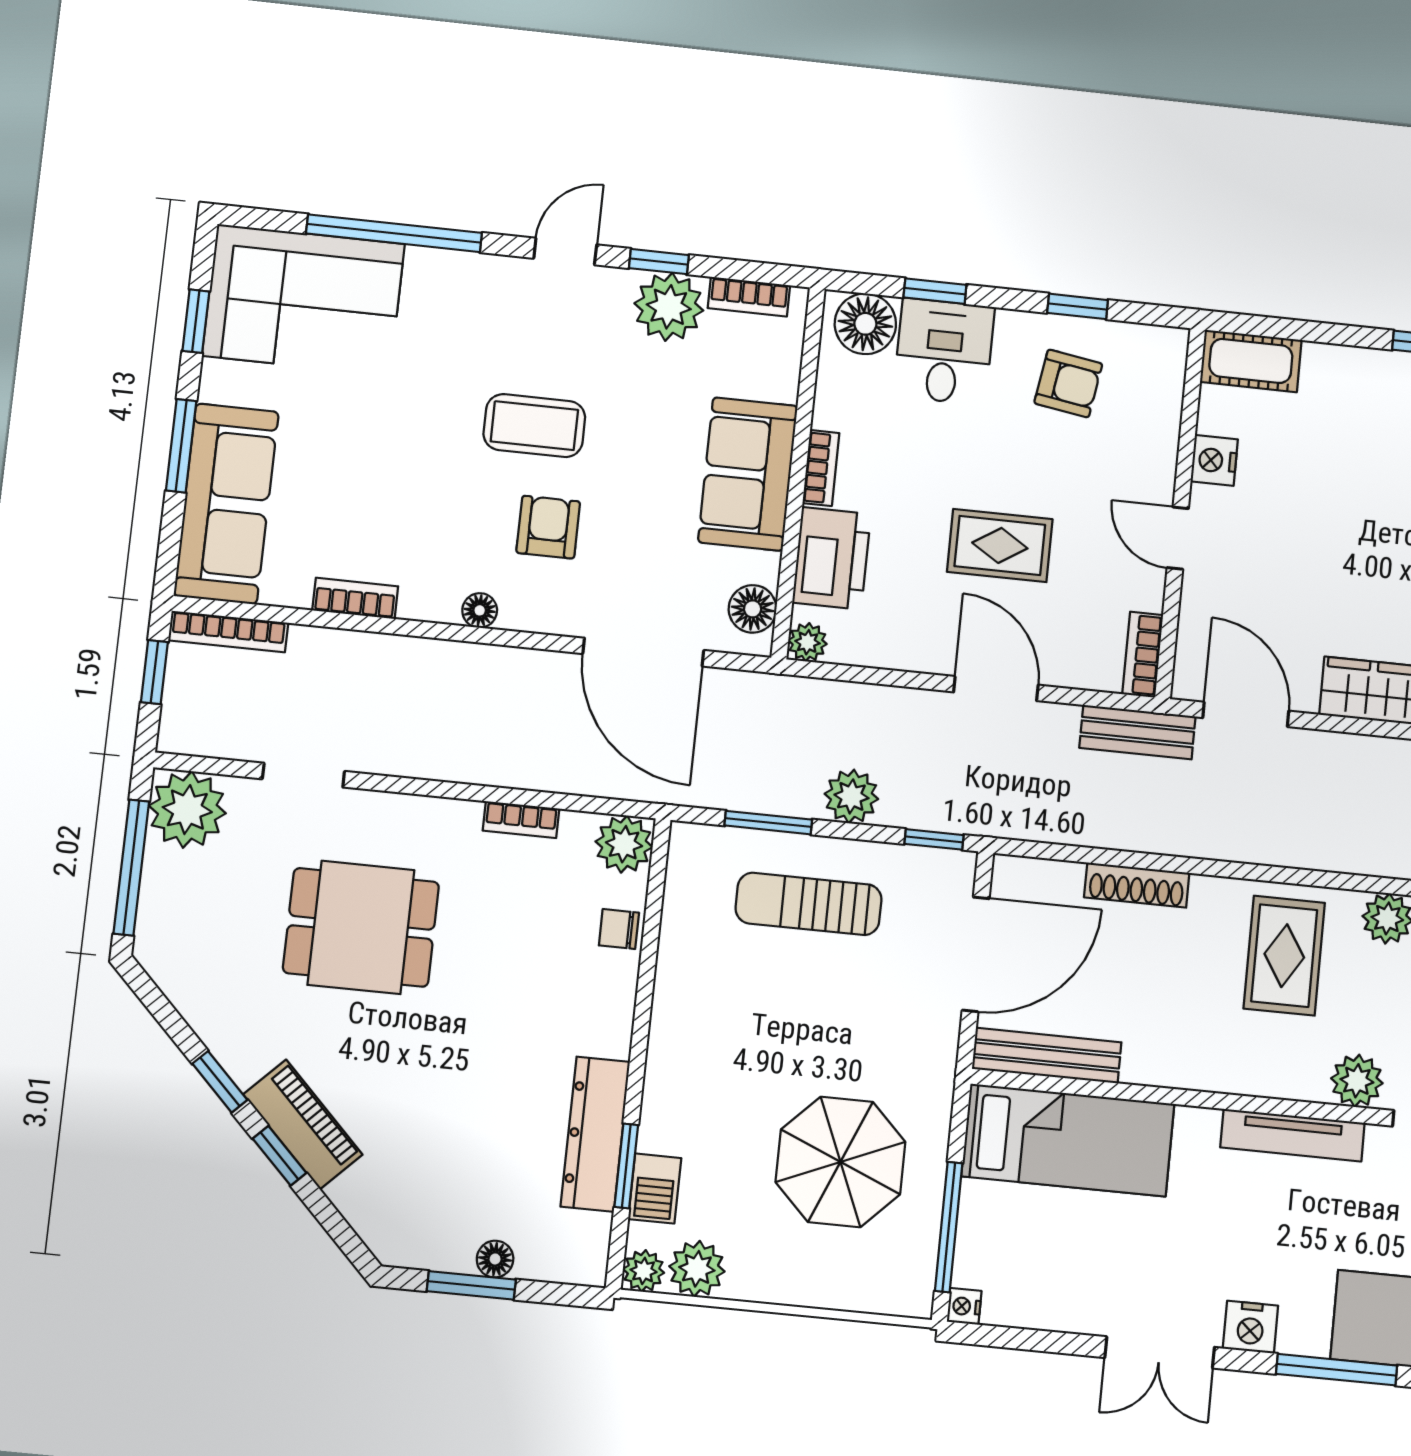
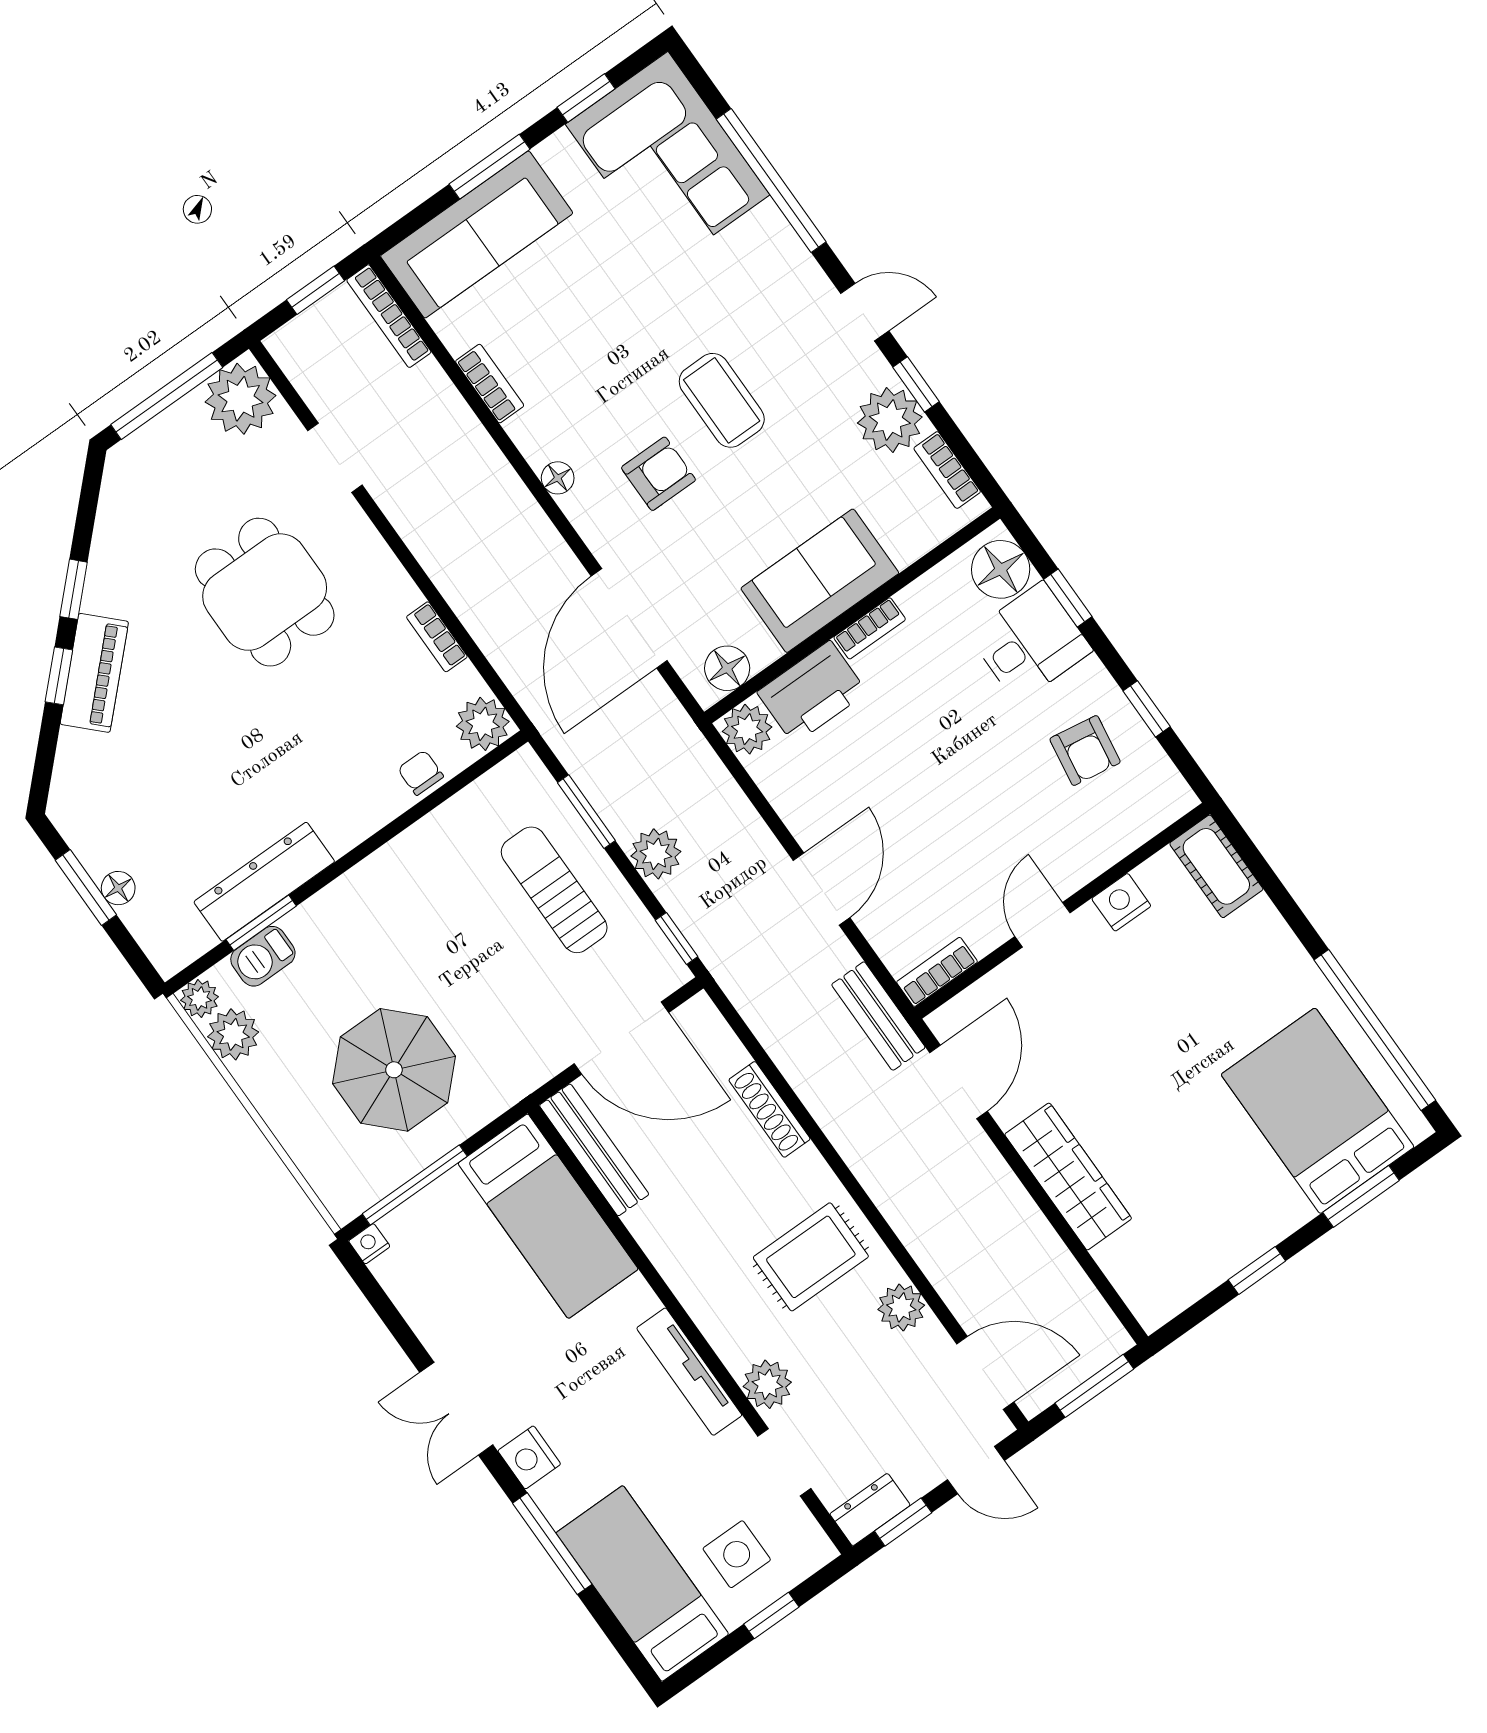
rug: (1000, 545) -> (926, 803), removed
plant: (807, 642) -> (747, 729), width x1.38, depth x1.38

